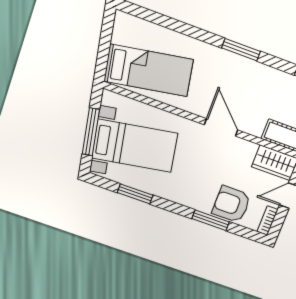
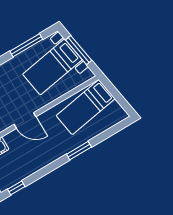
window: (241, 50) -> (79, 151), moved
window: (135, 194) -> (26, 45), width x1.44

